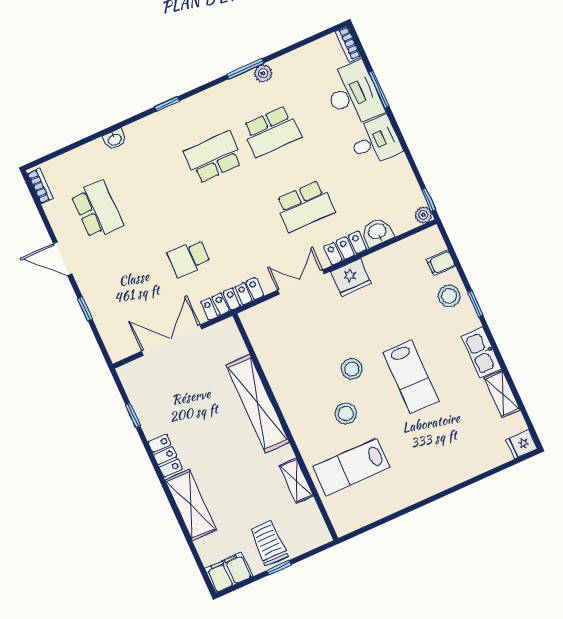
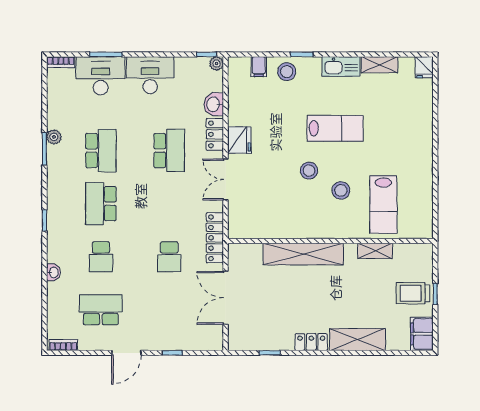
desk: (375, 141) -> (150, 75), width x1.37
school desk: (155, 184) -> (101, 257), added

